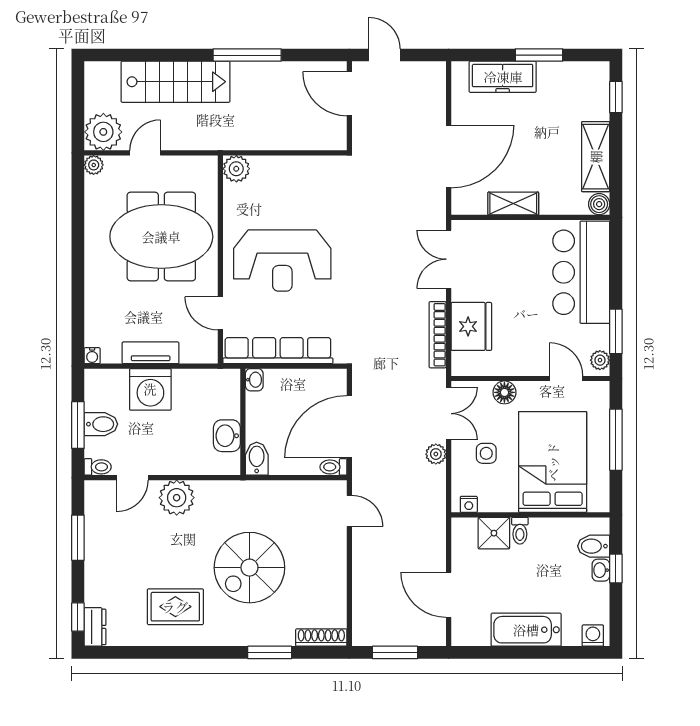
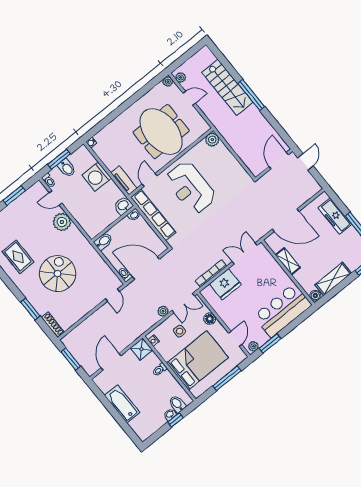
window: (247, 55) -> (251, 95), moved
plant: (103, 132) -> (181, 77), width x0.53, depth x0.53
tv unit: (151, 353) -> (124, 180), moved
washbasin: (227, 436) -> (123, 205), moved
shower: (494, 533) -> (141, 349), moved
spiral stairs: (249, 568) -> (58, 274), turned 90
washing machine: (593, 636) -> (141, 432), removed

